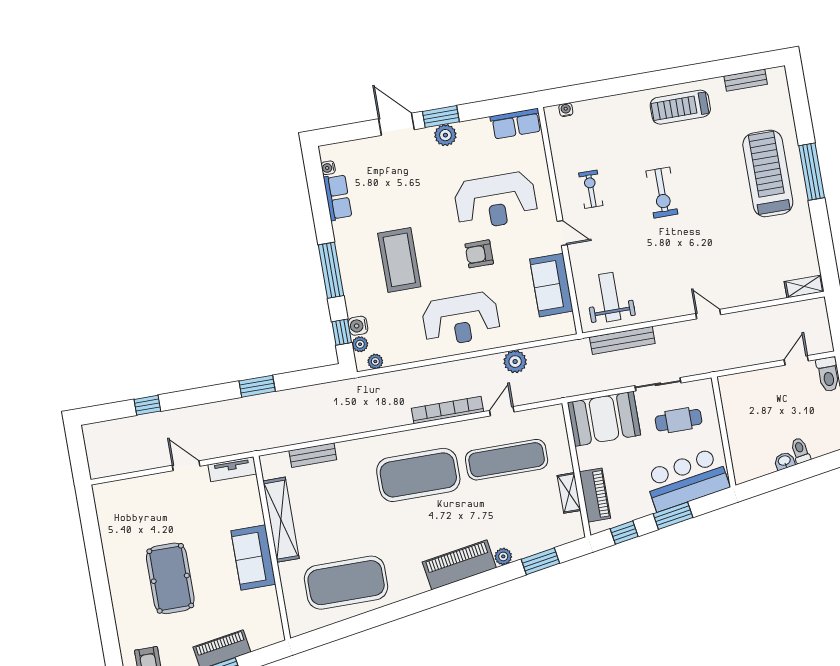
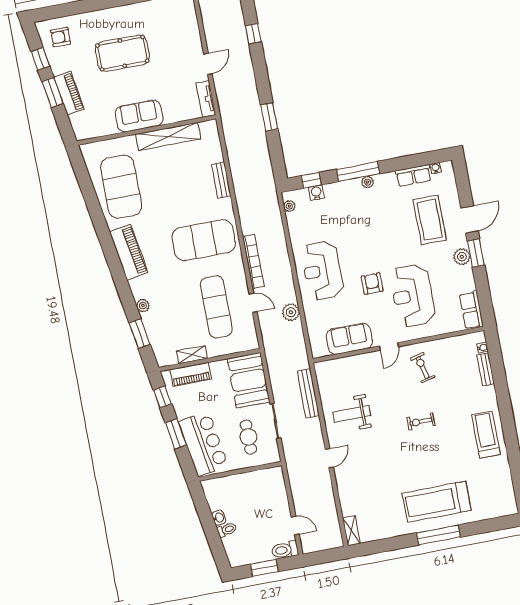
bench: (746, 80) -> (486, 369), moved
treadmill: (768, 173) -> (437, 502), turned 180
exercise bike: (591, 189) -> (423, 368), turned -104
exercise bike: (662, 193) -> (421, 422), width x0.73, depth x0.72
coffee table: (399, 260) -> (430, 220), moved, turned 90
weight bench: (610, 297) -> (352, 414), moved, turned 180
plant: (360, 344) -> (368, 182), moved
bench: (313, 455) -> (221, 180), moved
exercise mat: (418, 475) -> (204, 240), turned 90
piano: (459, 565) -> (129, 252), moved

